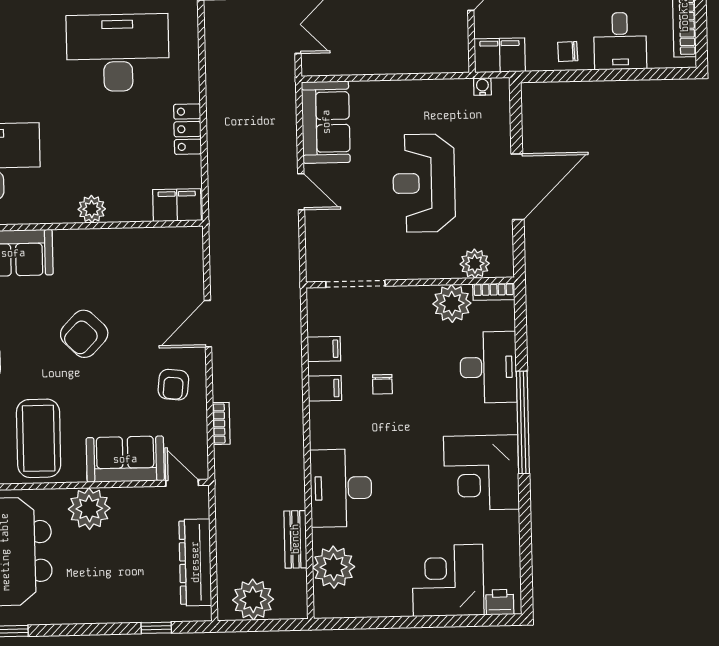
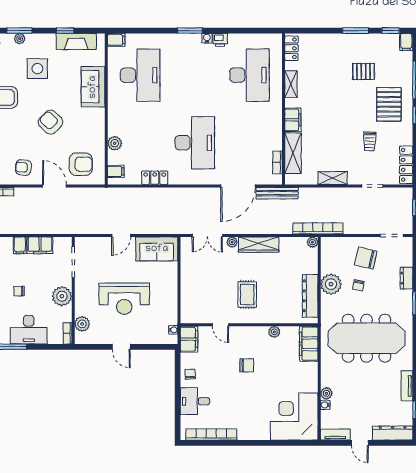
reception desk: (424, 183) -> (124, 299), turned 180
door: (518, 187) -> (121, 347), width x0.53
filing cabinet: (177, 205) -> (116, 171), width x0.50
plant: (92, 209) -> (115, 143), moved
armchair: (165, 273) -> (81, 164), added
plant: (452, 303) -> (62, 296), moved
filing cabinet: (324, 349) -> (40, 245), width x2.00
chair: (382, 384) -> (19, 291), moved

